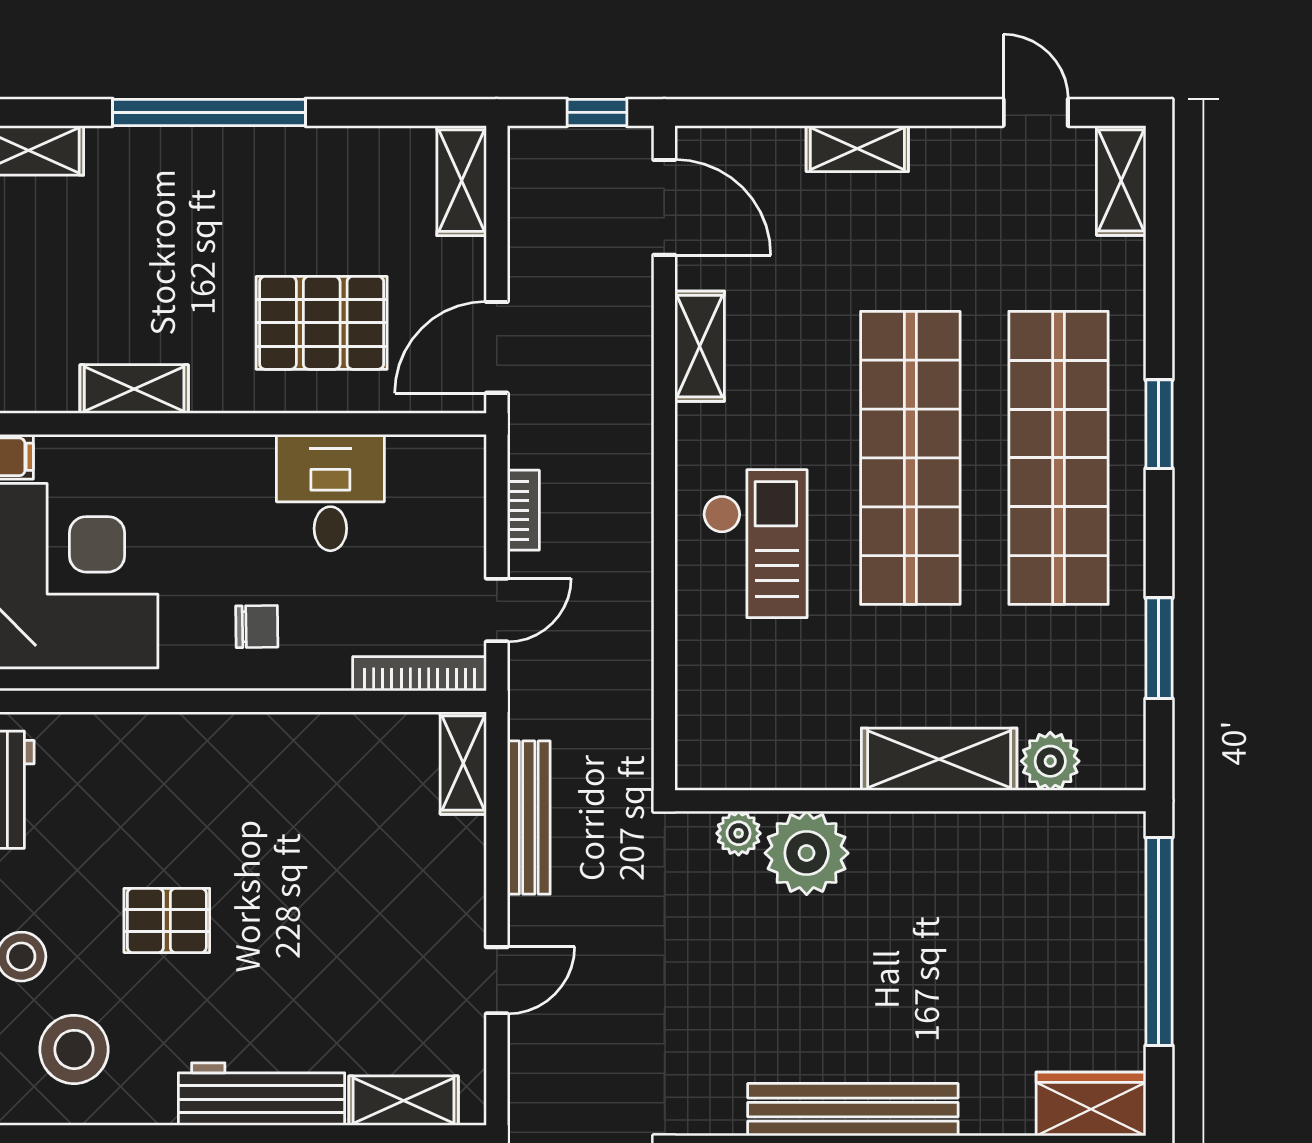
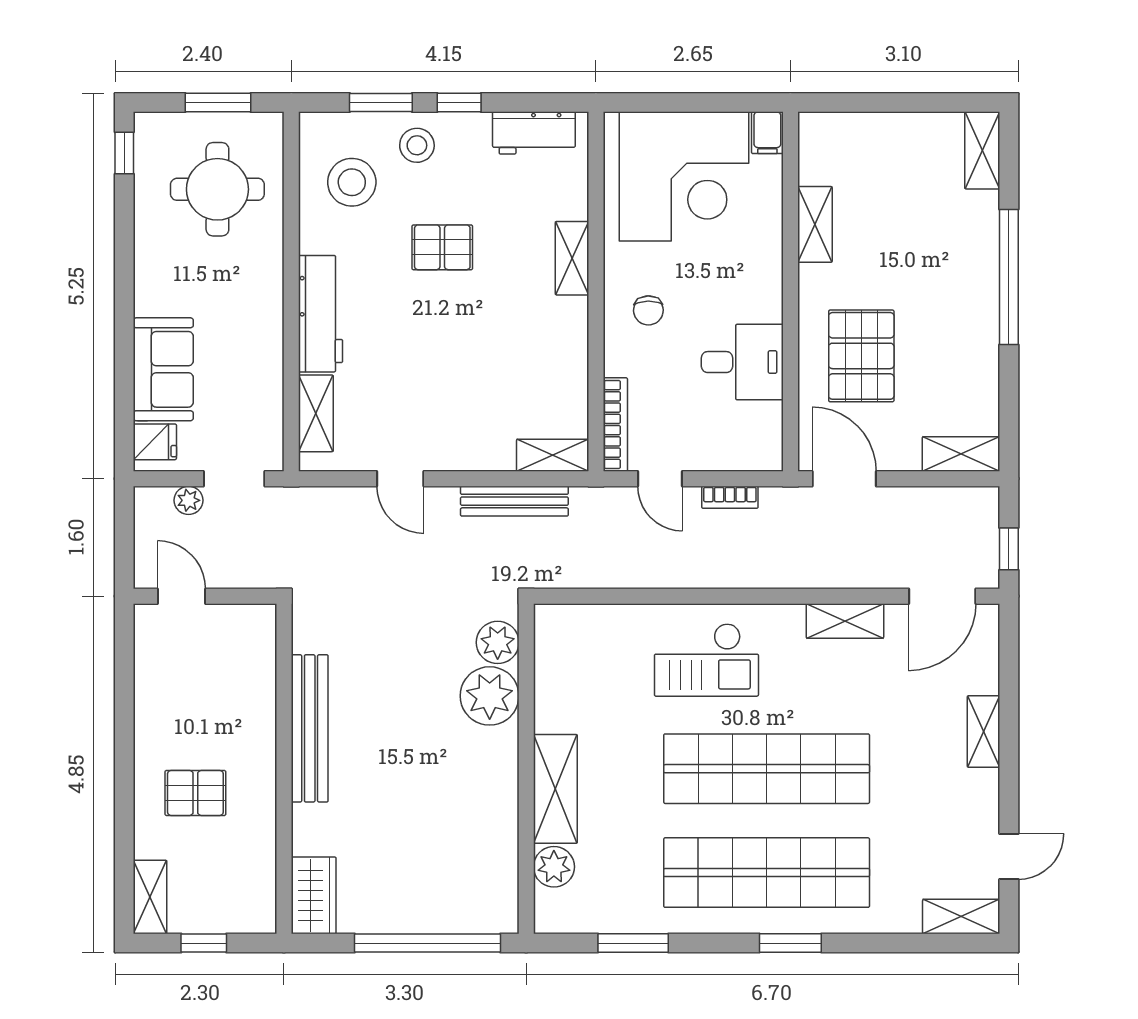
shelving: (182, 735) -> (572, 258), added
plant: (739, 833) -> (498, 642), width x1.38, depth x1.38
pallet: (167, 920) -> (442, 247), turned 90

